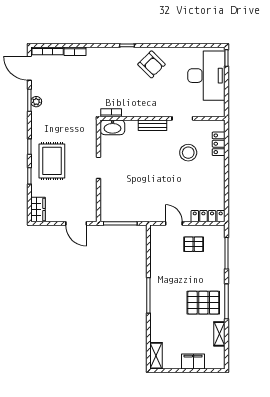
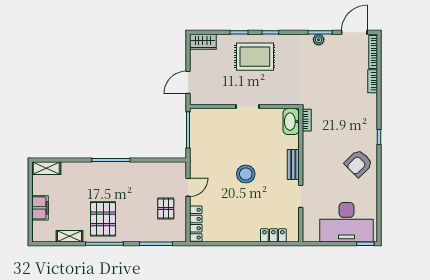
stool: (188, 153) -> (246, 174), moved

